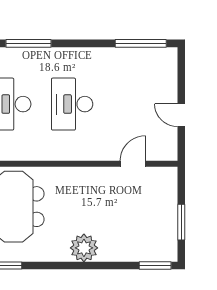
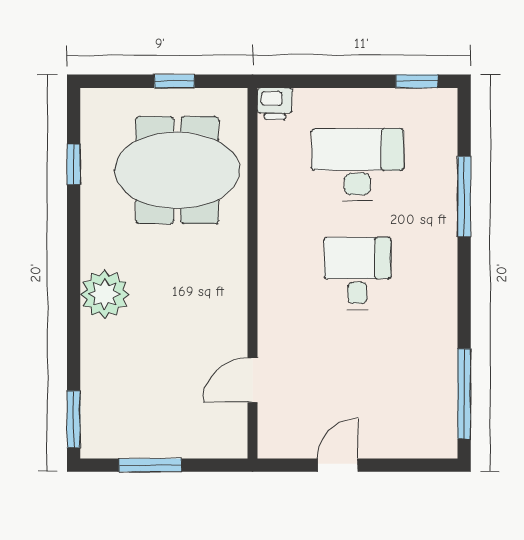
desk: (72, 104) -> (357, 273), width x0.73
door: (133, 164) -> (252, 380), swing flipped

